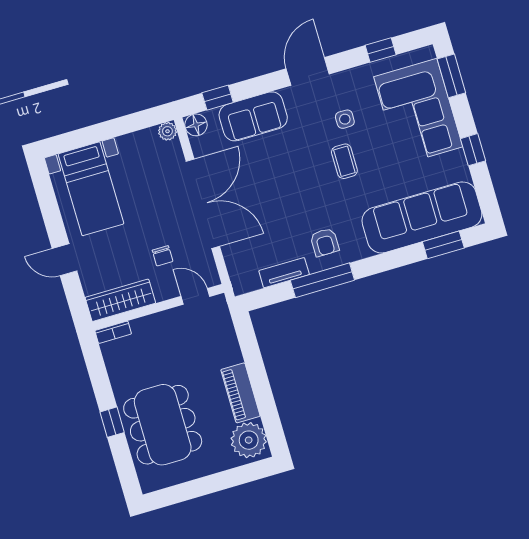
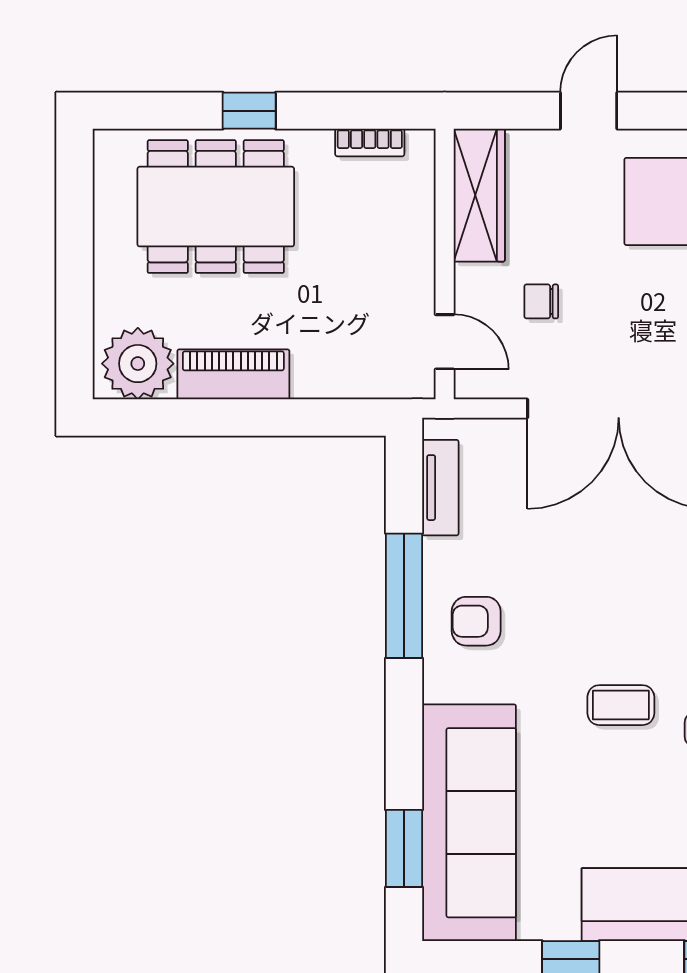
tv unit: (284, 273) -> (440, 488), moved
door: (195, 296) -> (445, 342), hinge flipped
bookcase: (113, 332) -> (370, 142), moved, turned -90

